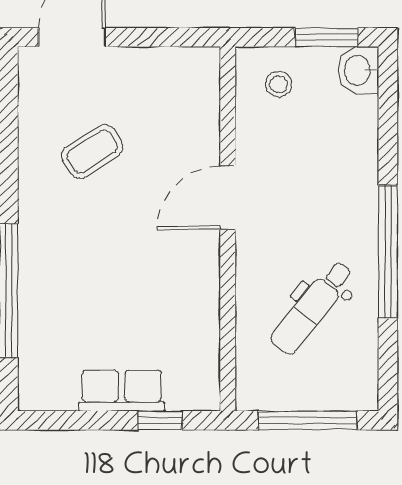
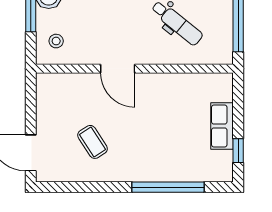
window: (160, 420) -> (238, 151), moved

